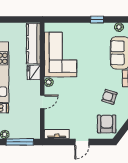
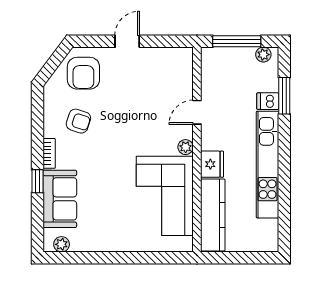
window: (97, 19) -> (100, 258), removed
tv unit: (57, 134) -> (171, 55), removed

